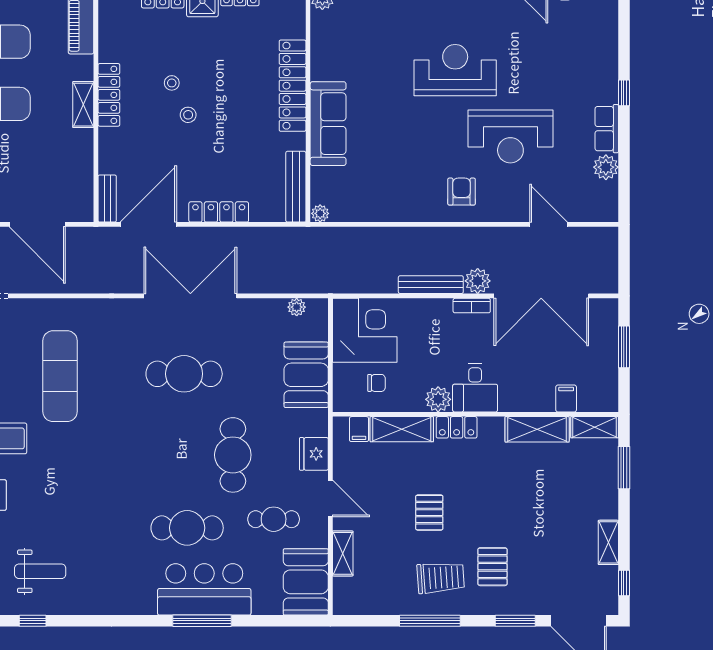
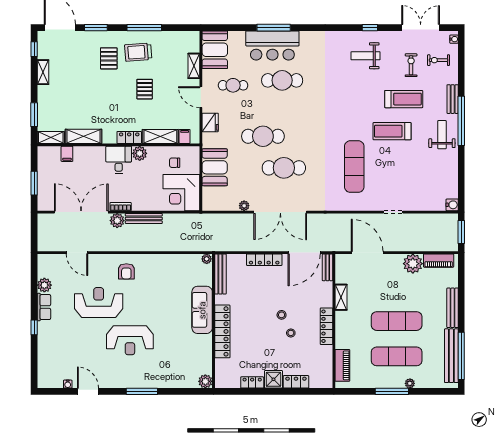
shelving: (83, 105) -> (341, 297), moved
plant: (297, 307) -> (244, 206), moved
cafe table: (233, 455) -> (263, 136), moved, turned 90

